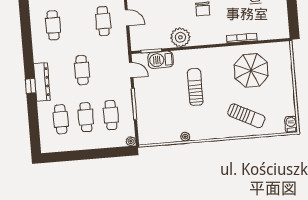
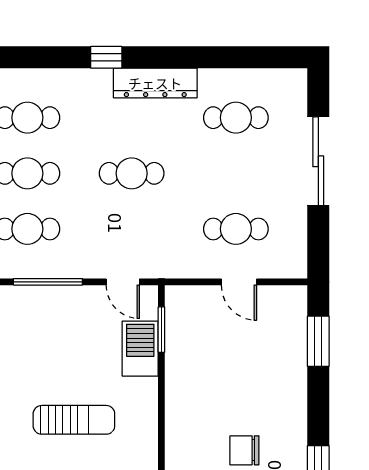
door: (127, 18) -> (239, 282), hinge flipped
plant: (180, 37) -> (186, 396), removed
door: (131, 70) -> (123, 282), hinge flipped
dresser: (42, 82) -> (155, 83), moved

